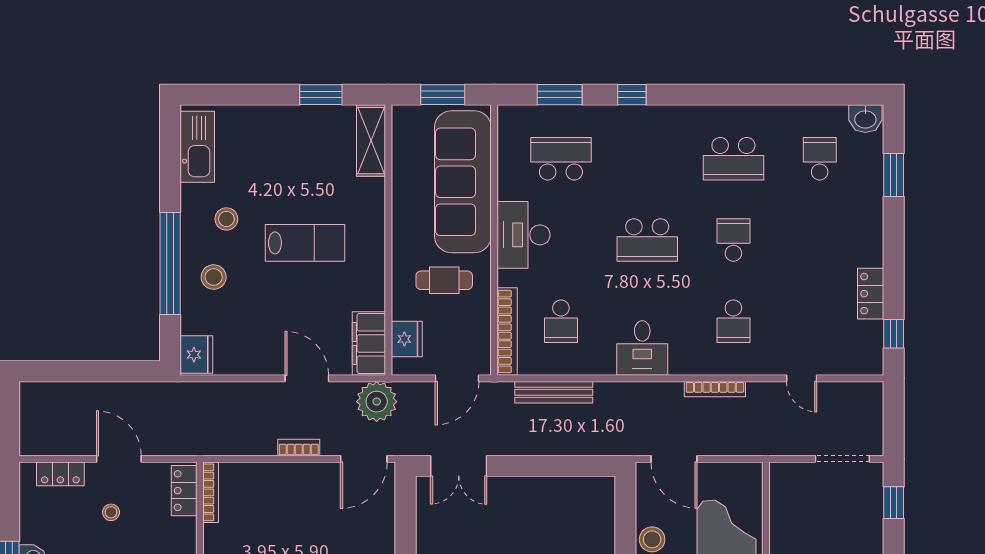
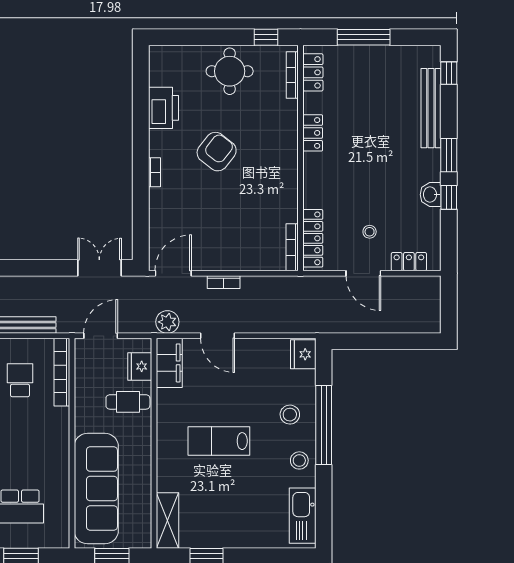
stool: (226, 219) -> (299, 460), moved
desk: (524, 235) -> (49, 447), removed
cafe table: (444, 280) -> (128, 402), moved
plant: (377, 402) -> (167, 322), width x0.73, depth x0.73
locker: (184, 491) -> (313, 238), width x1.53

